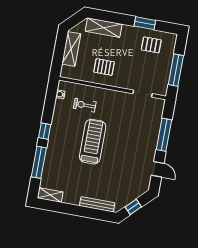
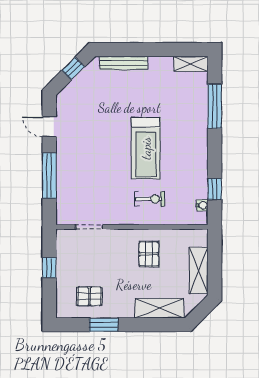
pallet: (104, 67) -> (149, 254), turned 90
window: (176, 70) -> (49, 268), width x0.46
exercise bike: (85, 105) -> (150, 199), moved
window: (45, 131) -> (215, 189), moved

